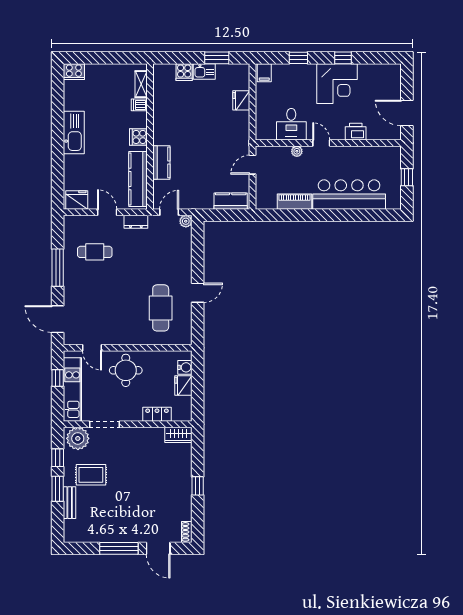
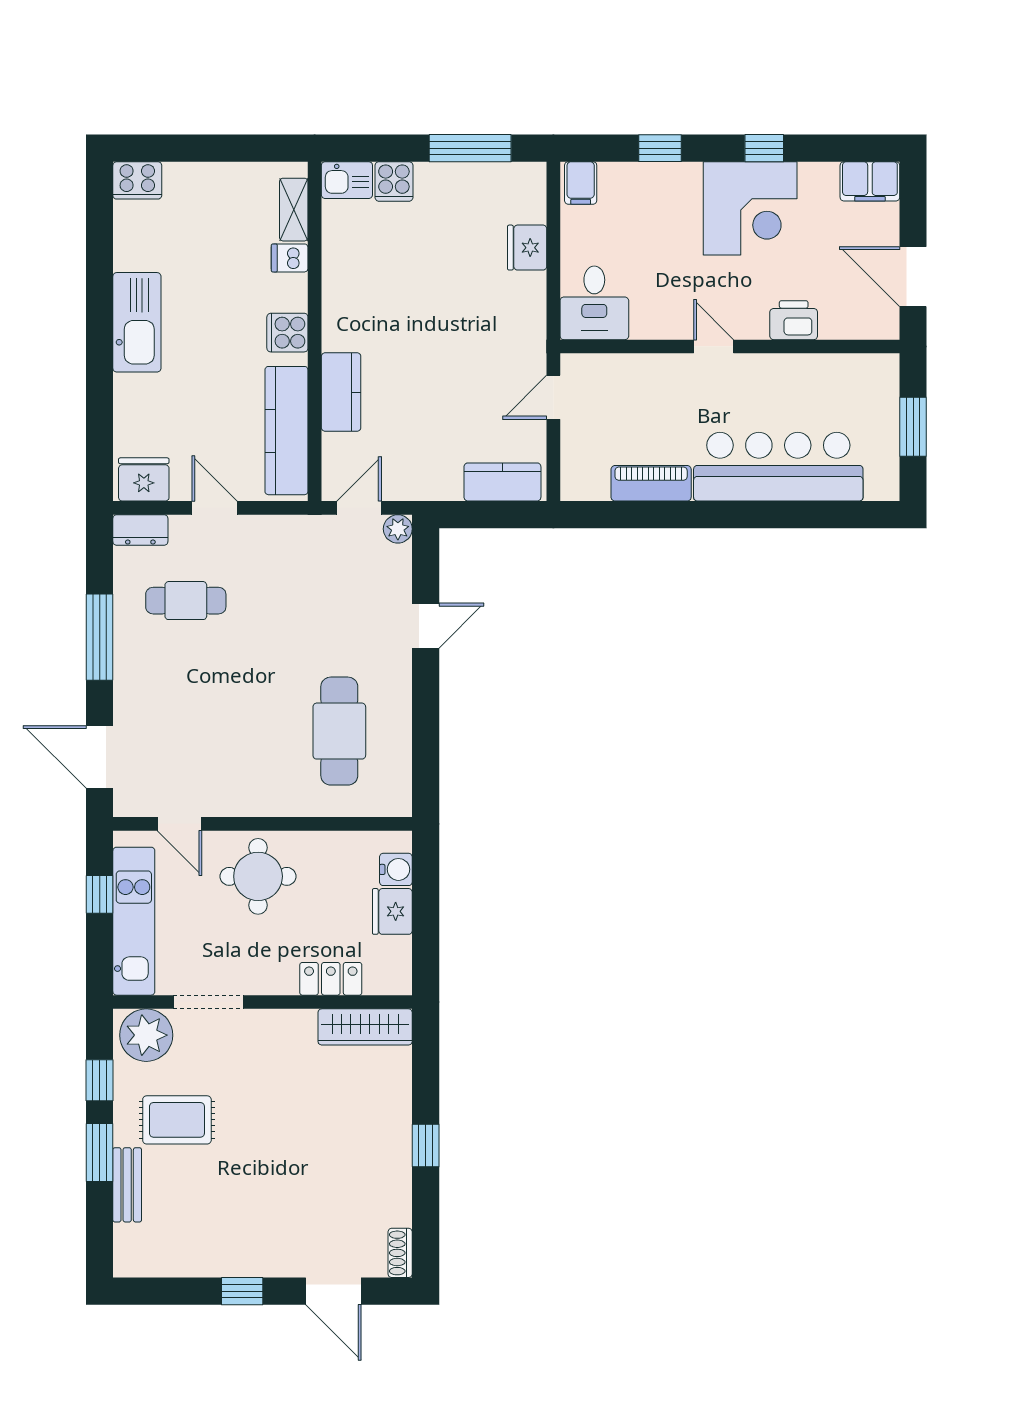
window: (217, 58) -> (470, 148), width x1.44
kitchen sink: (204, 71) -> (347, 180), moved
filing cabinet: (388, 72) -> (870, 181), added
desk: (291, 124) -> (594, 303), moved
plant: (297, 151) -> (657, 366), removed
window: (407, 177) -> (913, 427), width x1.50
dresser: (136, 222) -> (140, 530), moved
door: (198, 293) -> (426, 626), moved
wardrobe: (178, 435) -> (365, 1027), width x1.50
window: (119, 548) -> (242, 1291), width x0.46

